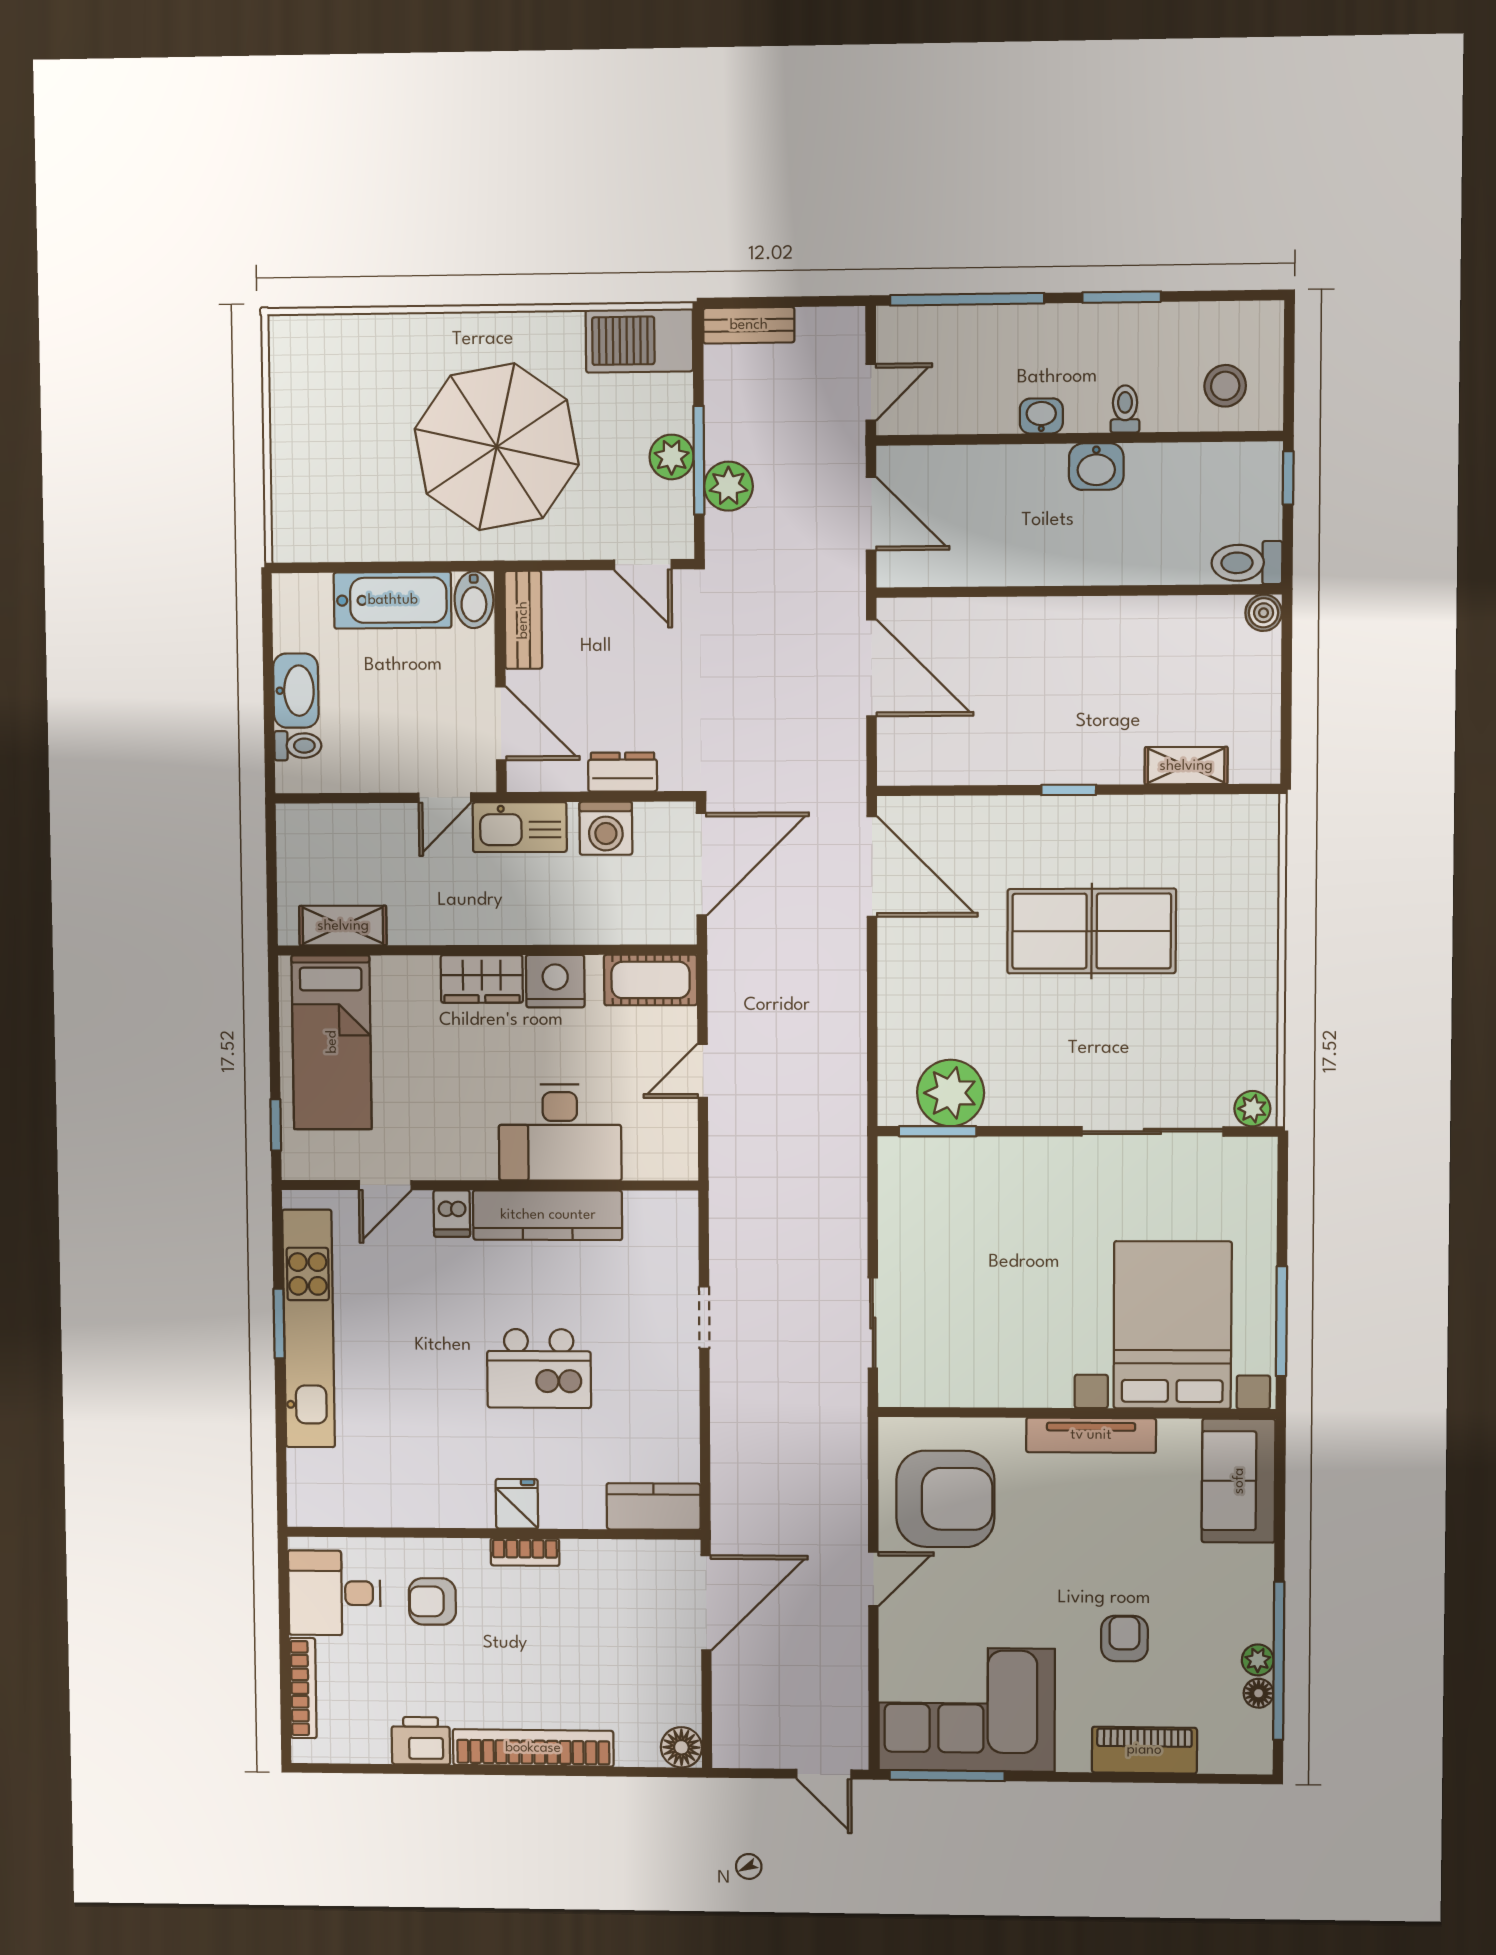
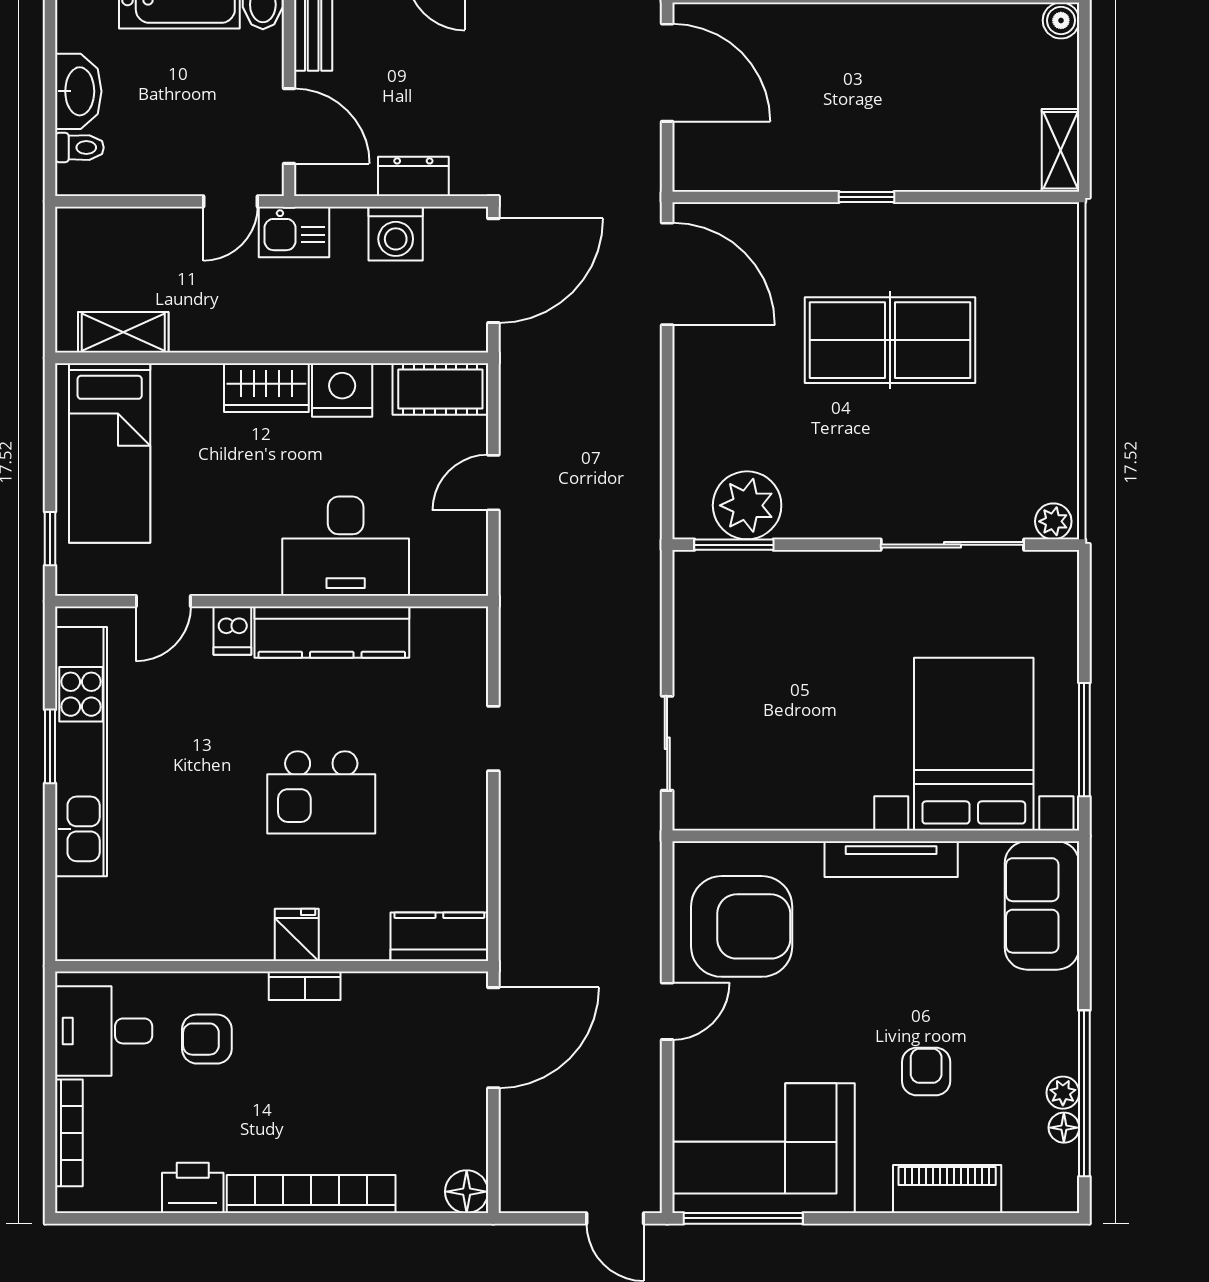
shelving: (1186, 766) -> (1060, 150), moved, turned 90
kitchen sink: (520, 827) -> (294, 232), width x0.73

